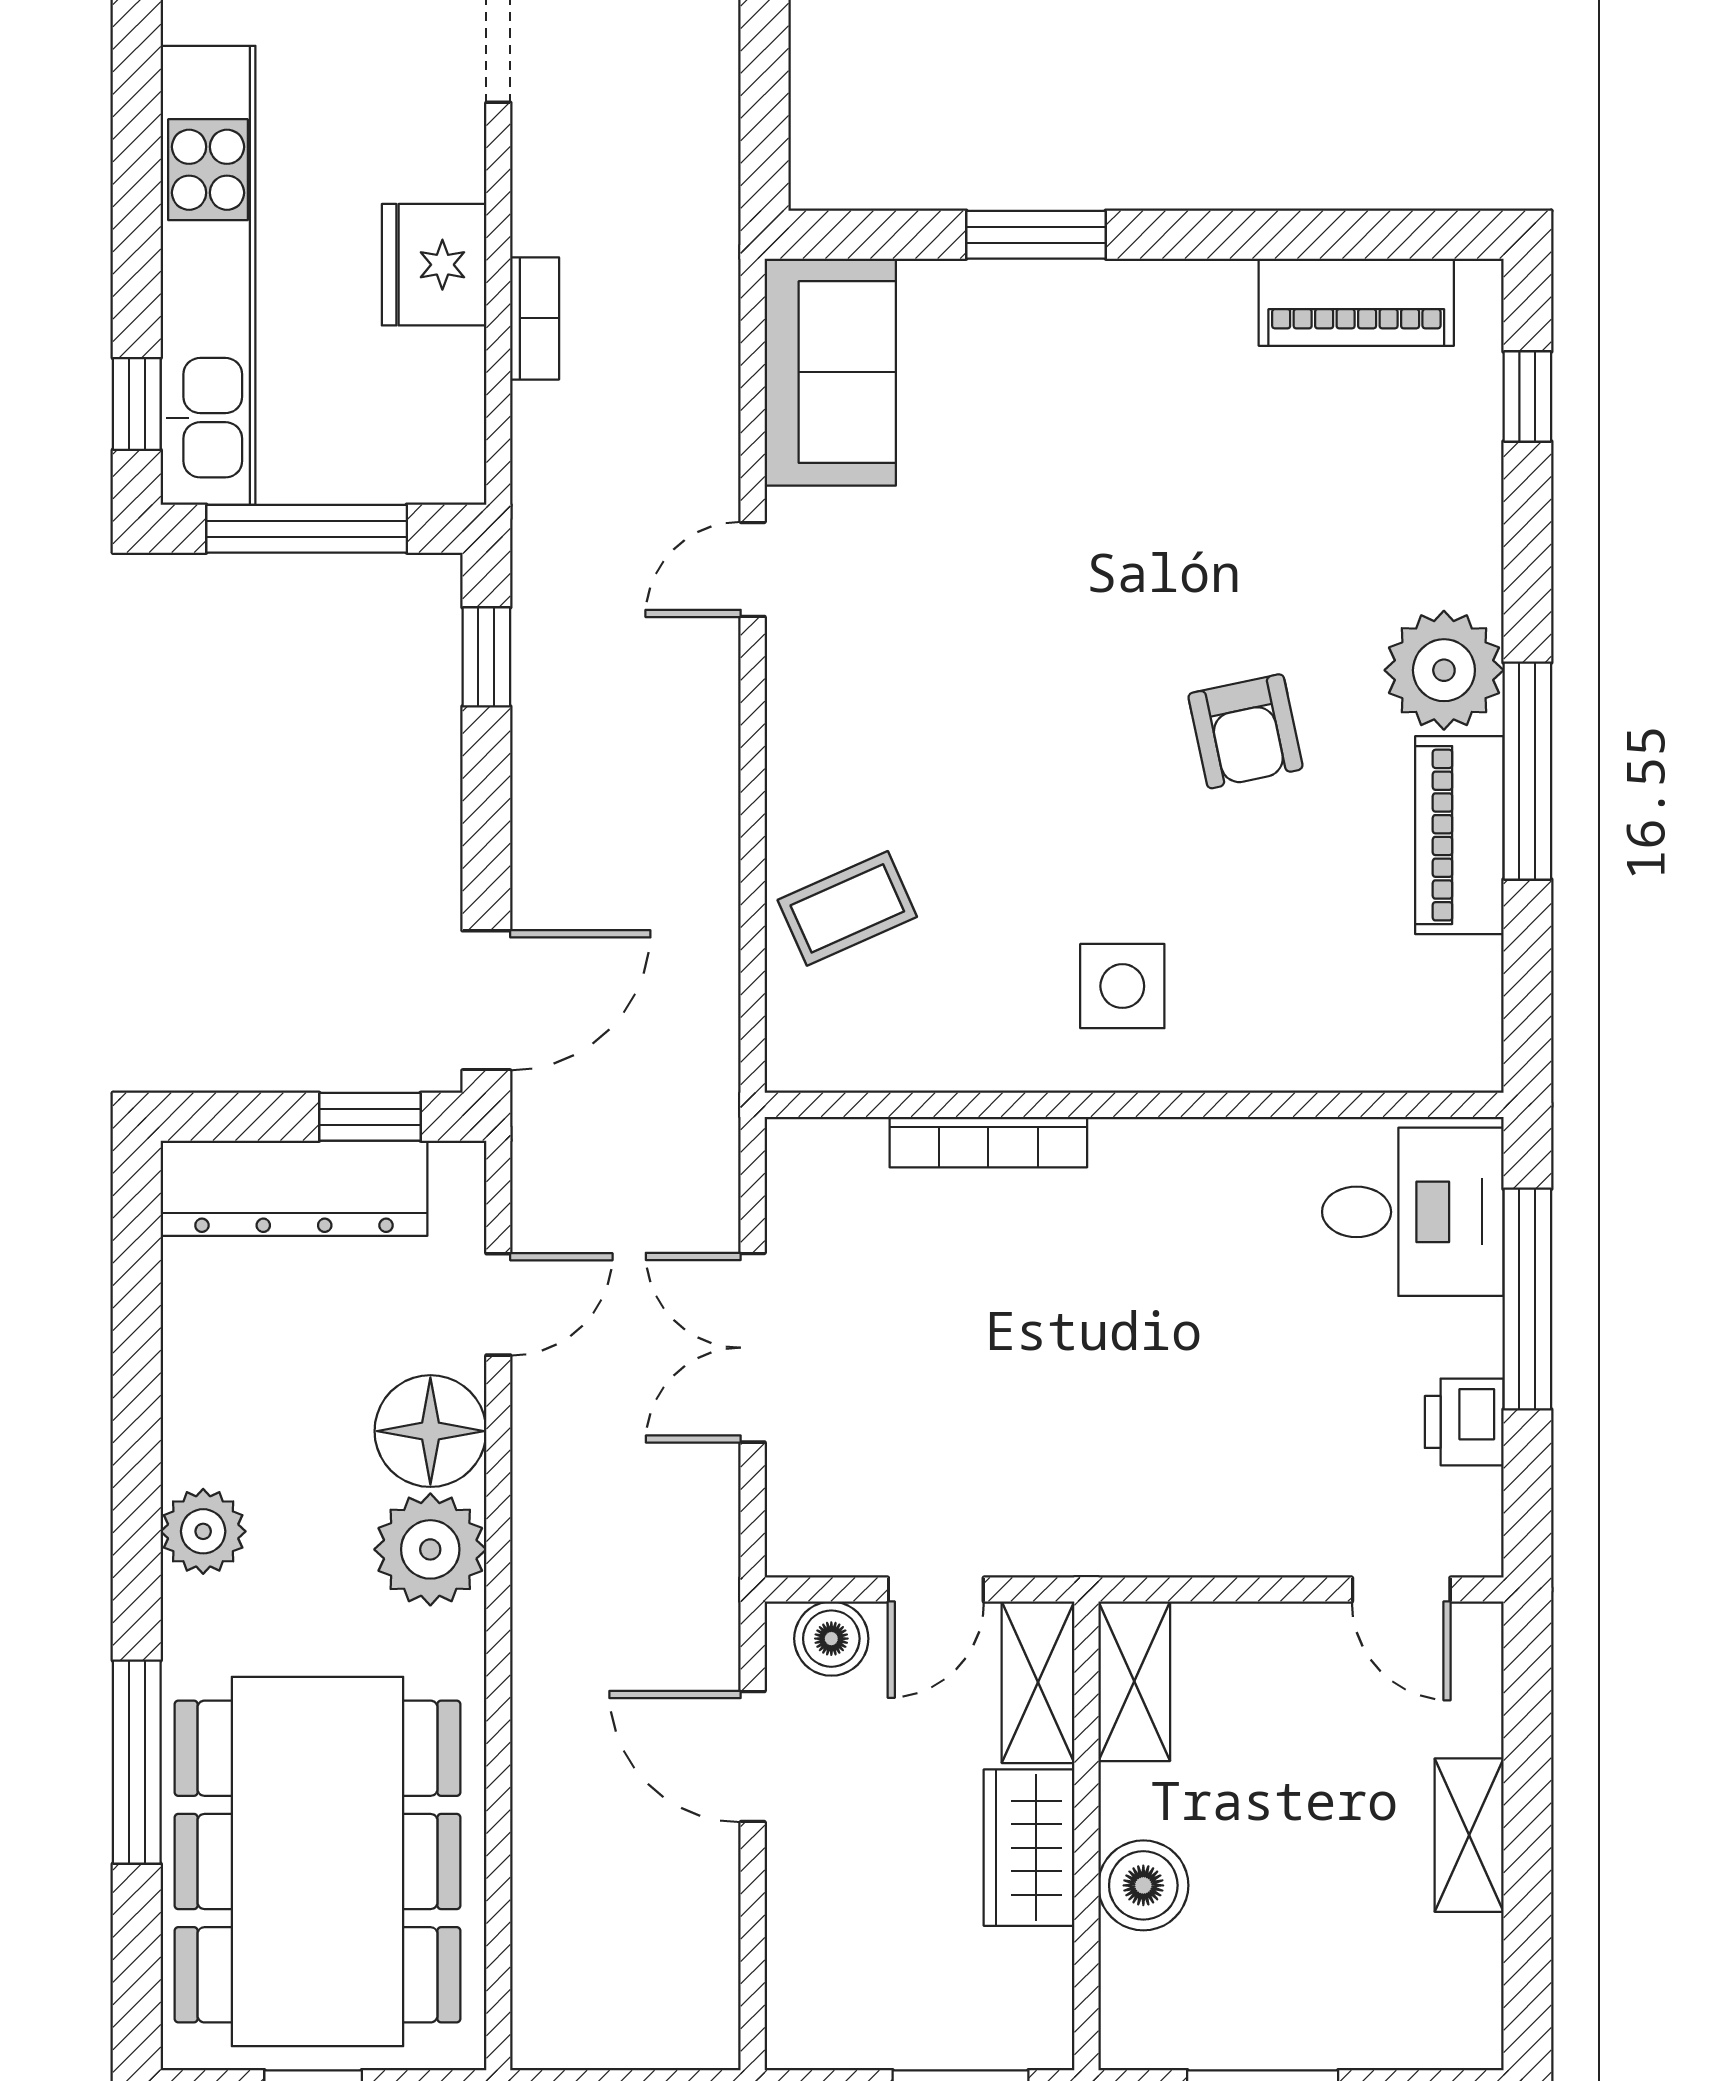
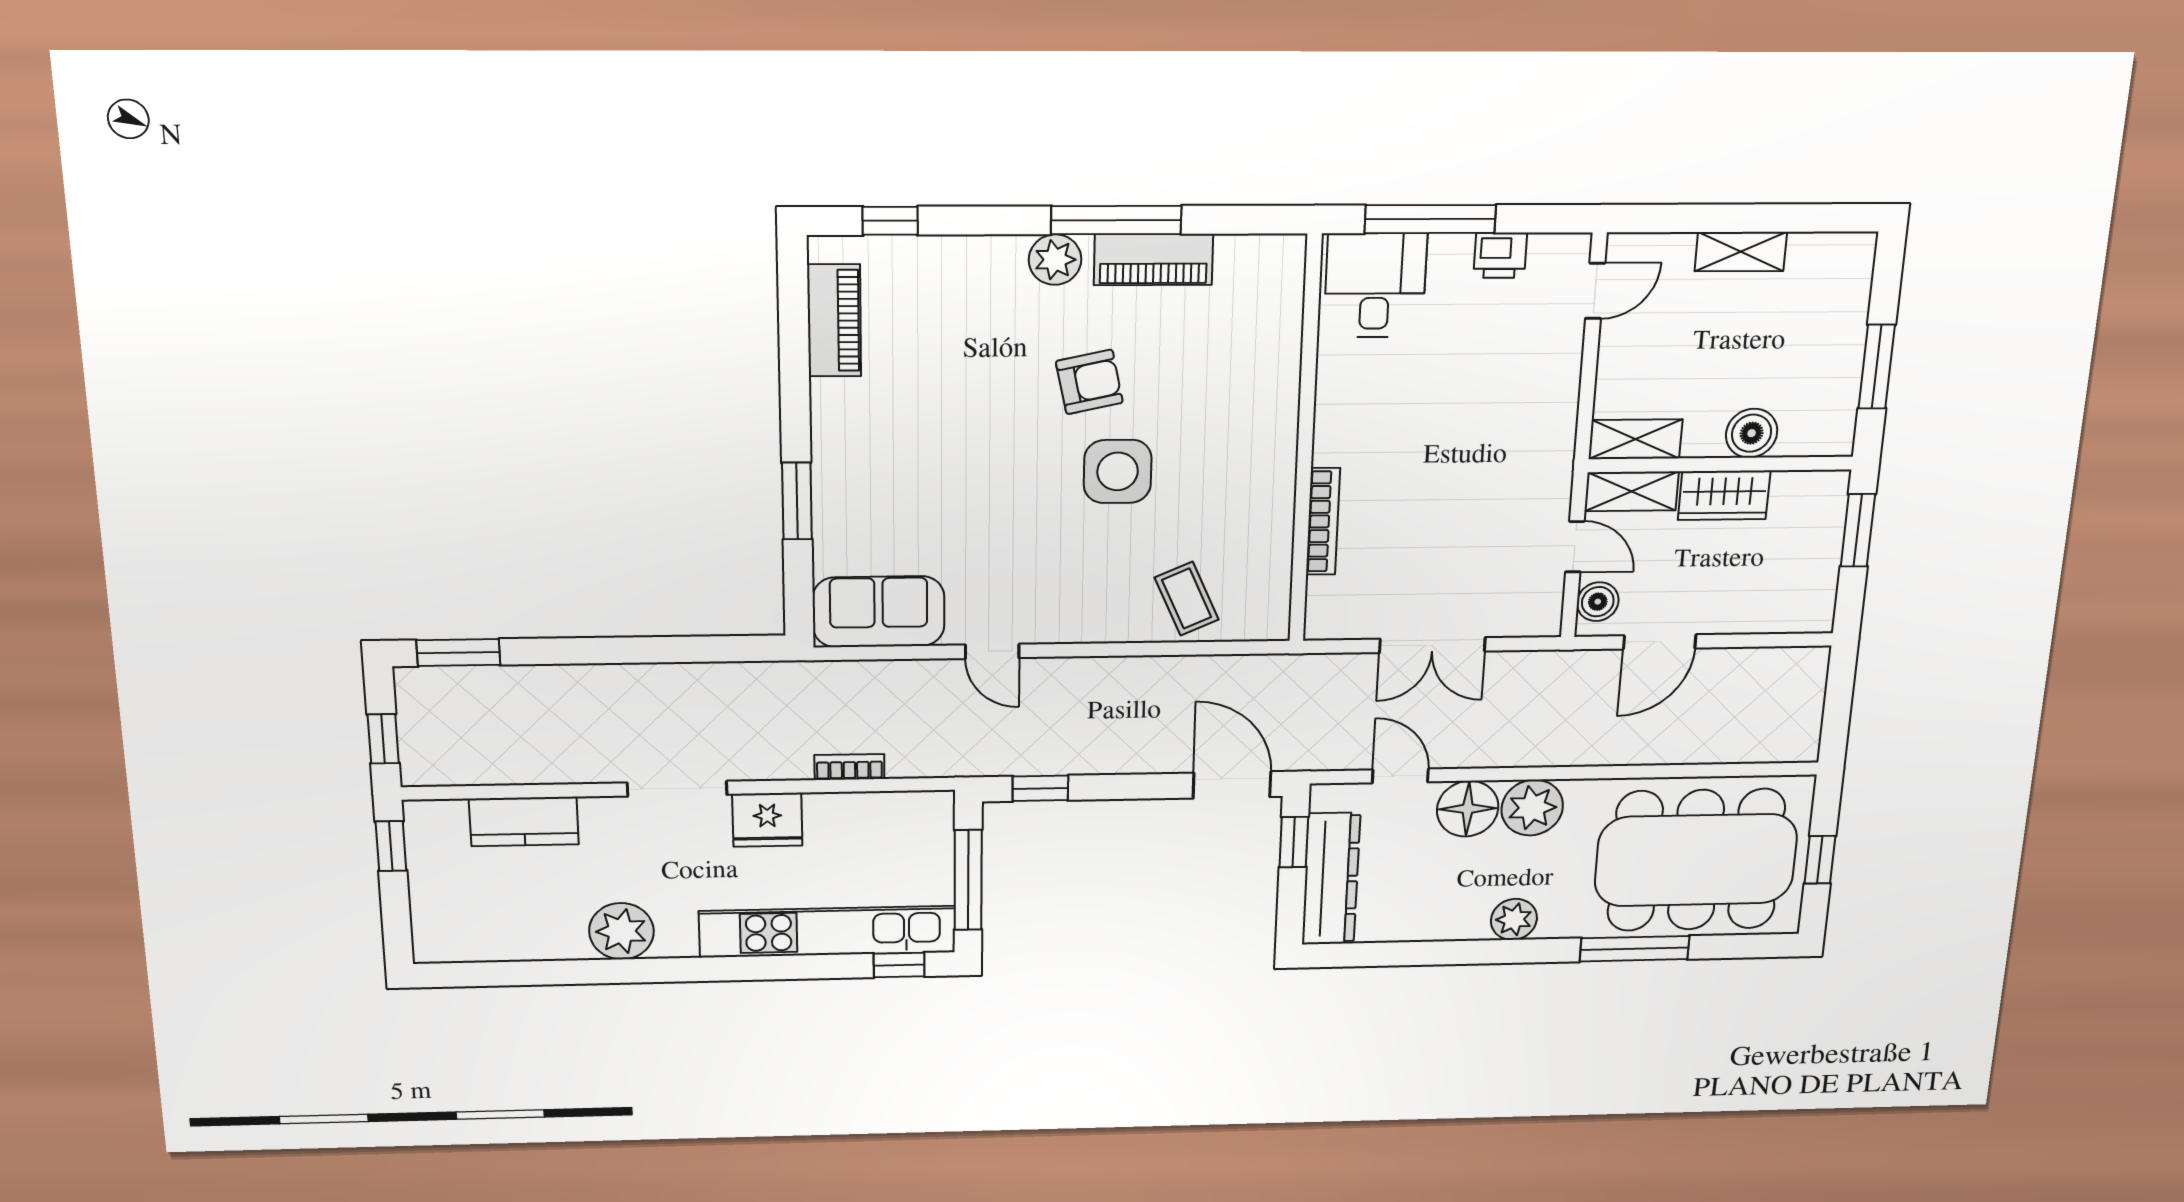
fridge: (434, 265) -> (767, 820), moved
plant: (1444, 670) -> (1055, 260), width x0.73, depth x0.73
side table: (1122, 986) -> (1118, 471), moved, width x1.37, depth x1.37

